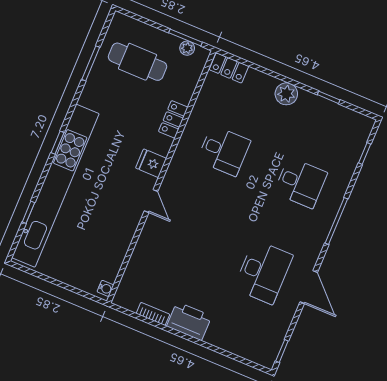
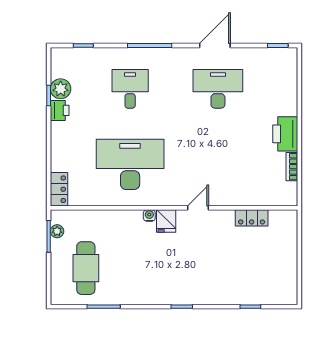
plant: (286, 94) -> (61, 89), moved
printer: (309, 102) -> (60, 110), added
locker: (173, 119) -> (252, 218), moved
desk: (224, 151) -> (130, 164), width x1.87, depth x1.30
kitchen unit: (55, 186) -> (219, 293), removed
water cooler: (105, 288) -> (149, 215), moved

